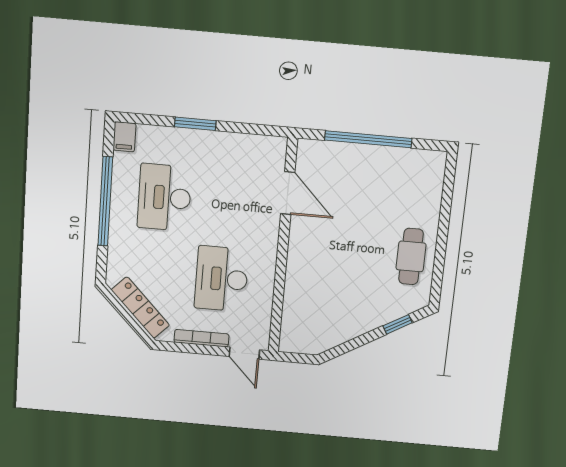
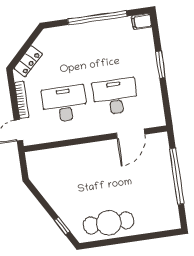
desk: (164, 197) -> (115, 97), moved
cafe table: (411, 256) -> (109, 223), width x1.37, depth x1.35
locker: (140, 308) -> (28, 61), width x0.66

